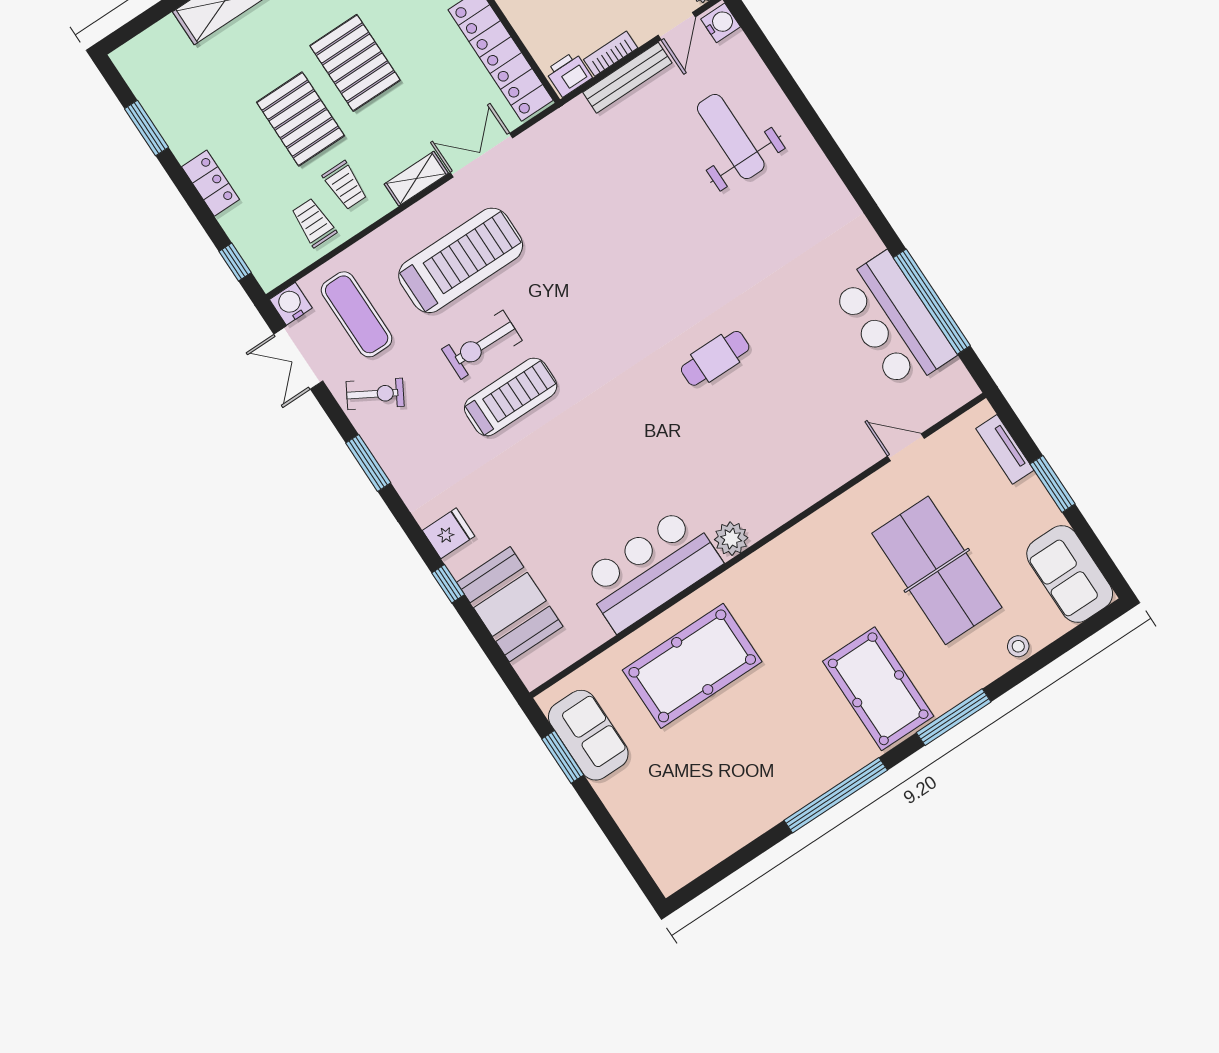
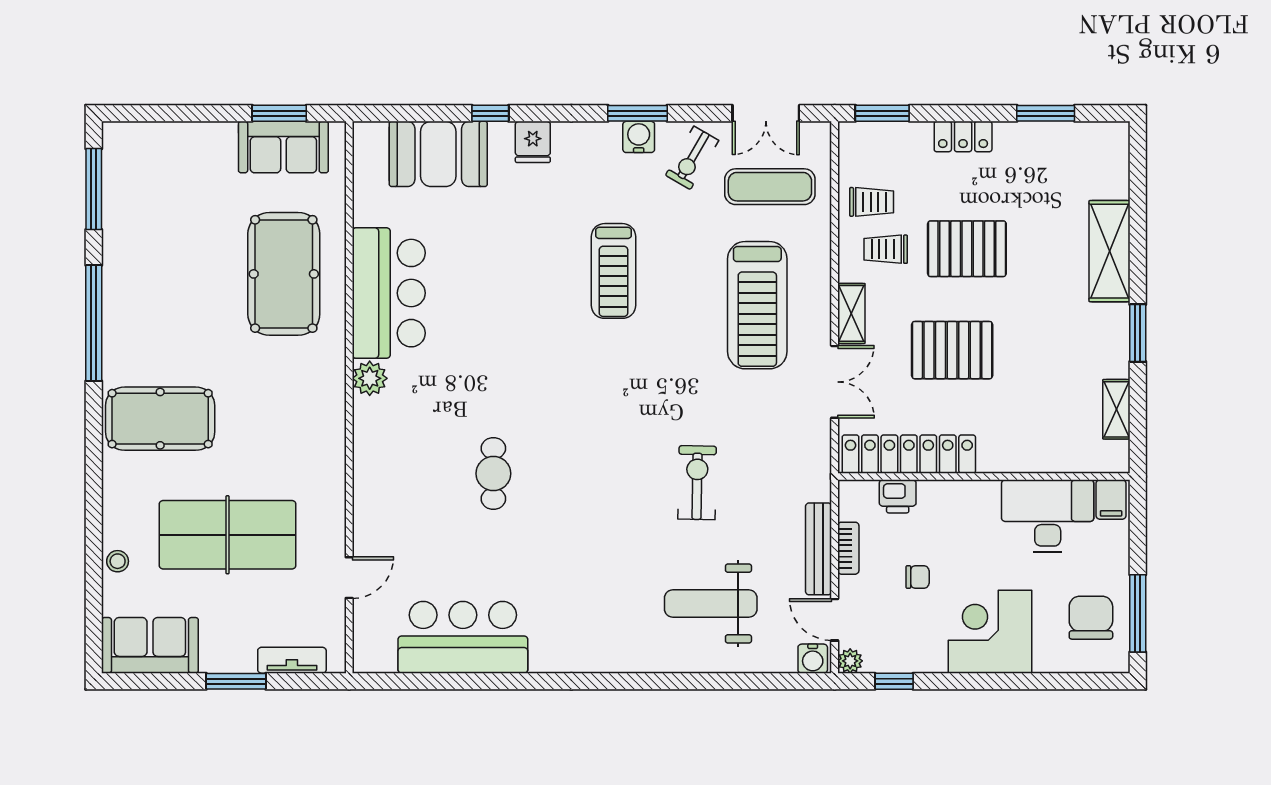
pallet: (355, 63) -> (952, 350), moved
printer: (569, 74) -> (898, 496), moved, turned 90
weight bench: (731, 136) -> (711, 604), turned 180
window: (235, 262) -> (882, 113), width x1.50
window: (932, 302) -> (458, 681), removed
water cooler: (291, 304) -> (639, 137), moved, turned -90
exercise bike: (482, 345) -> (697, 483), moved
double door: (298, 358) -> (766, 113), swing flipped
cafe table: (715, 358) -> (493, 474), moved
window: (954, 717) -> (94, 189), moved

